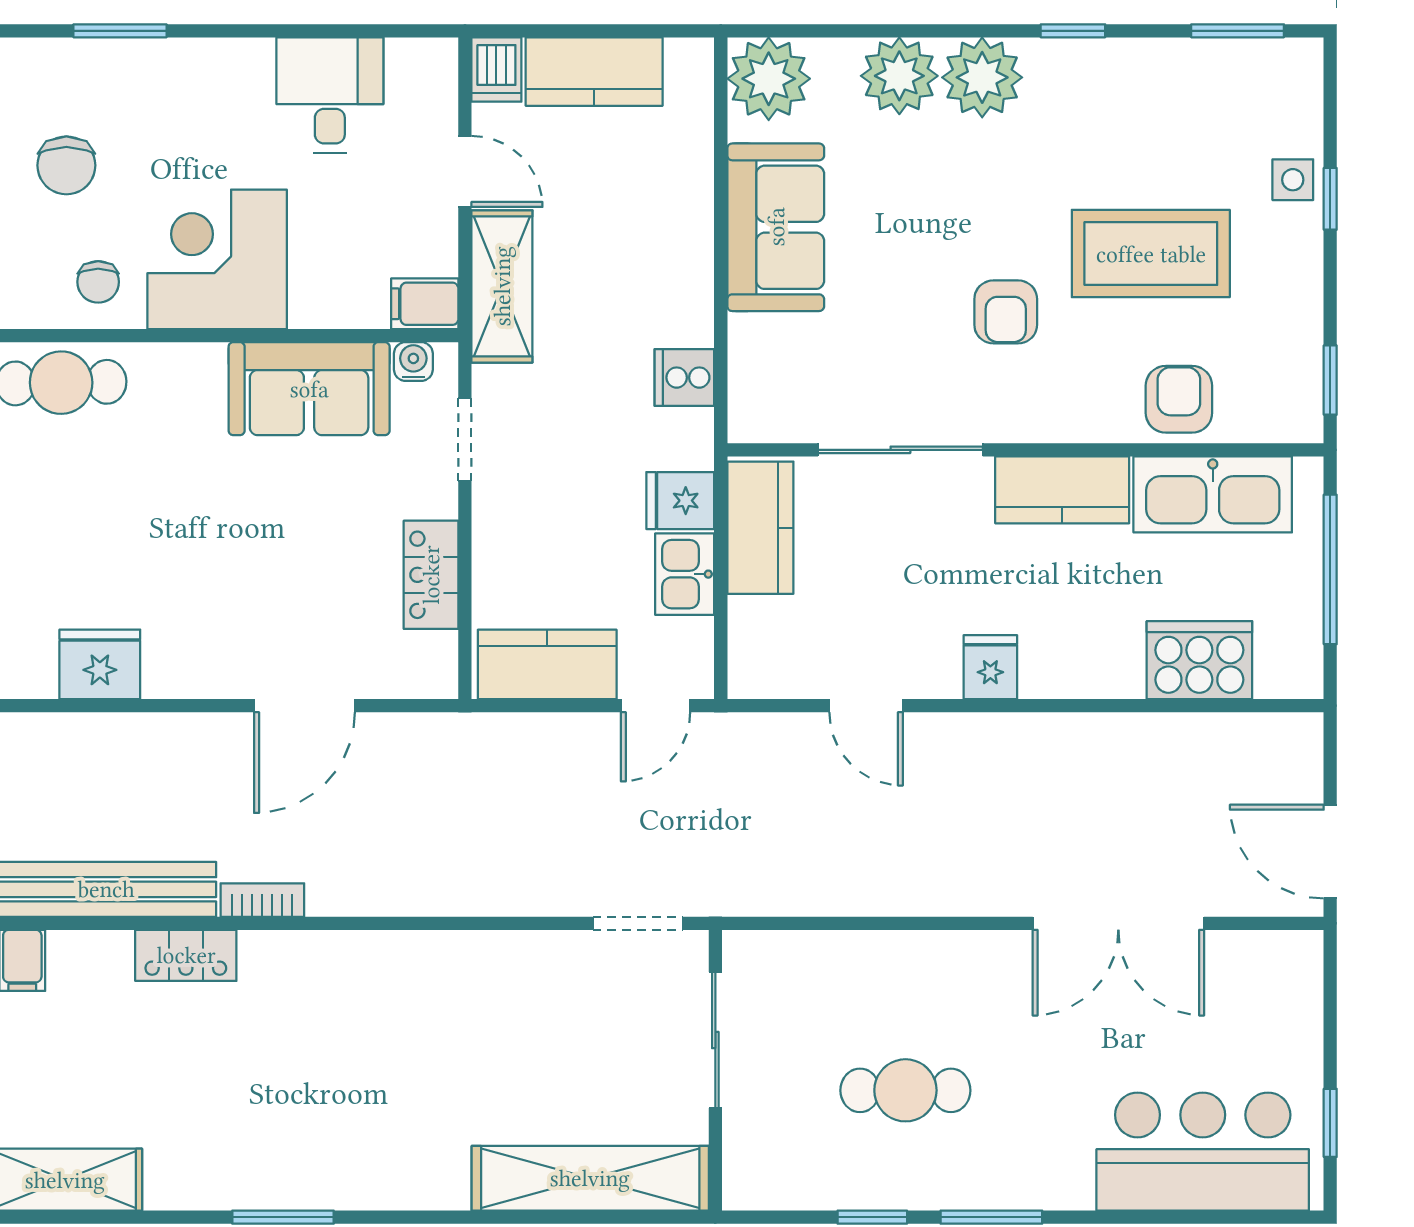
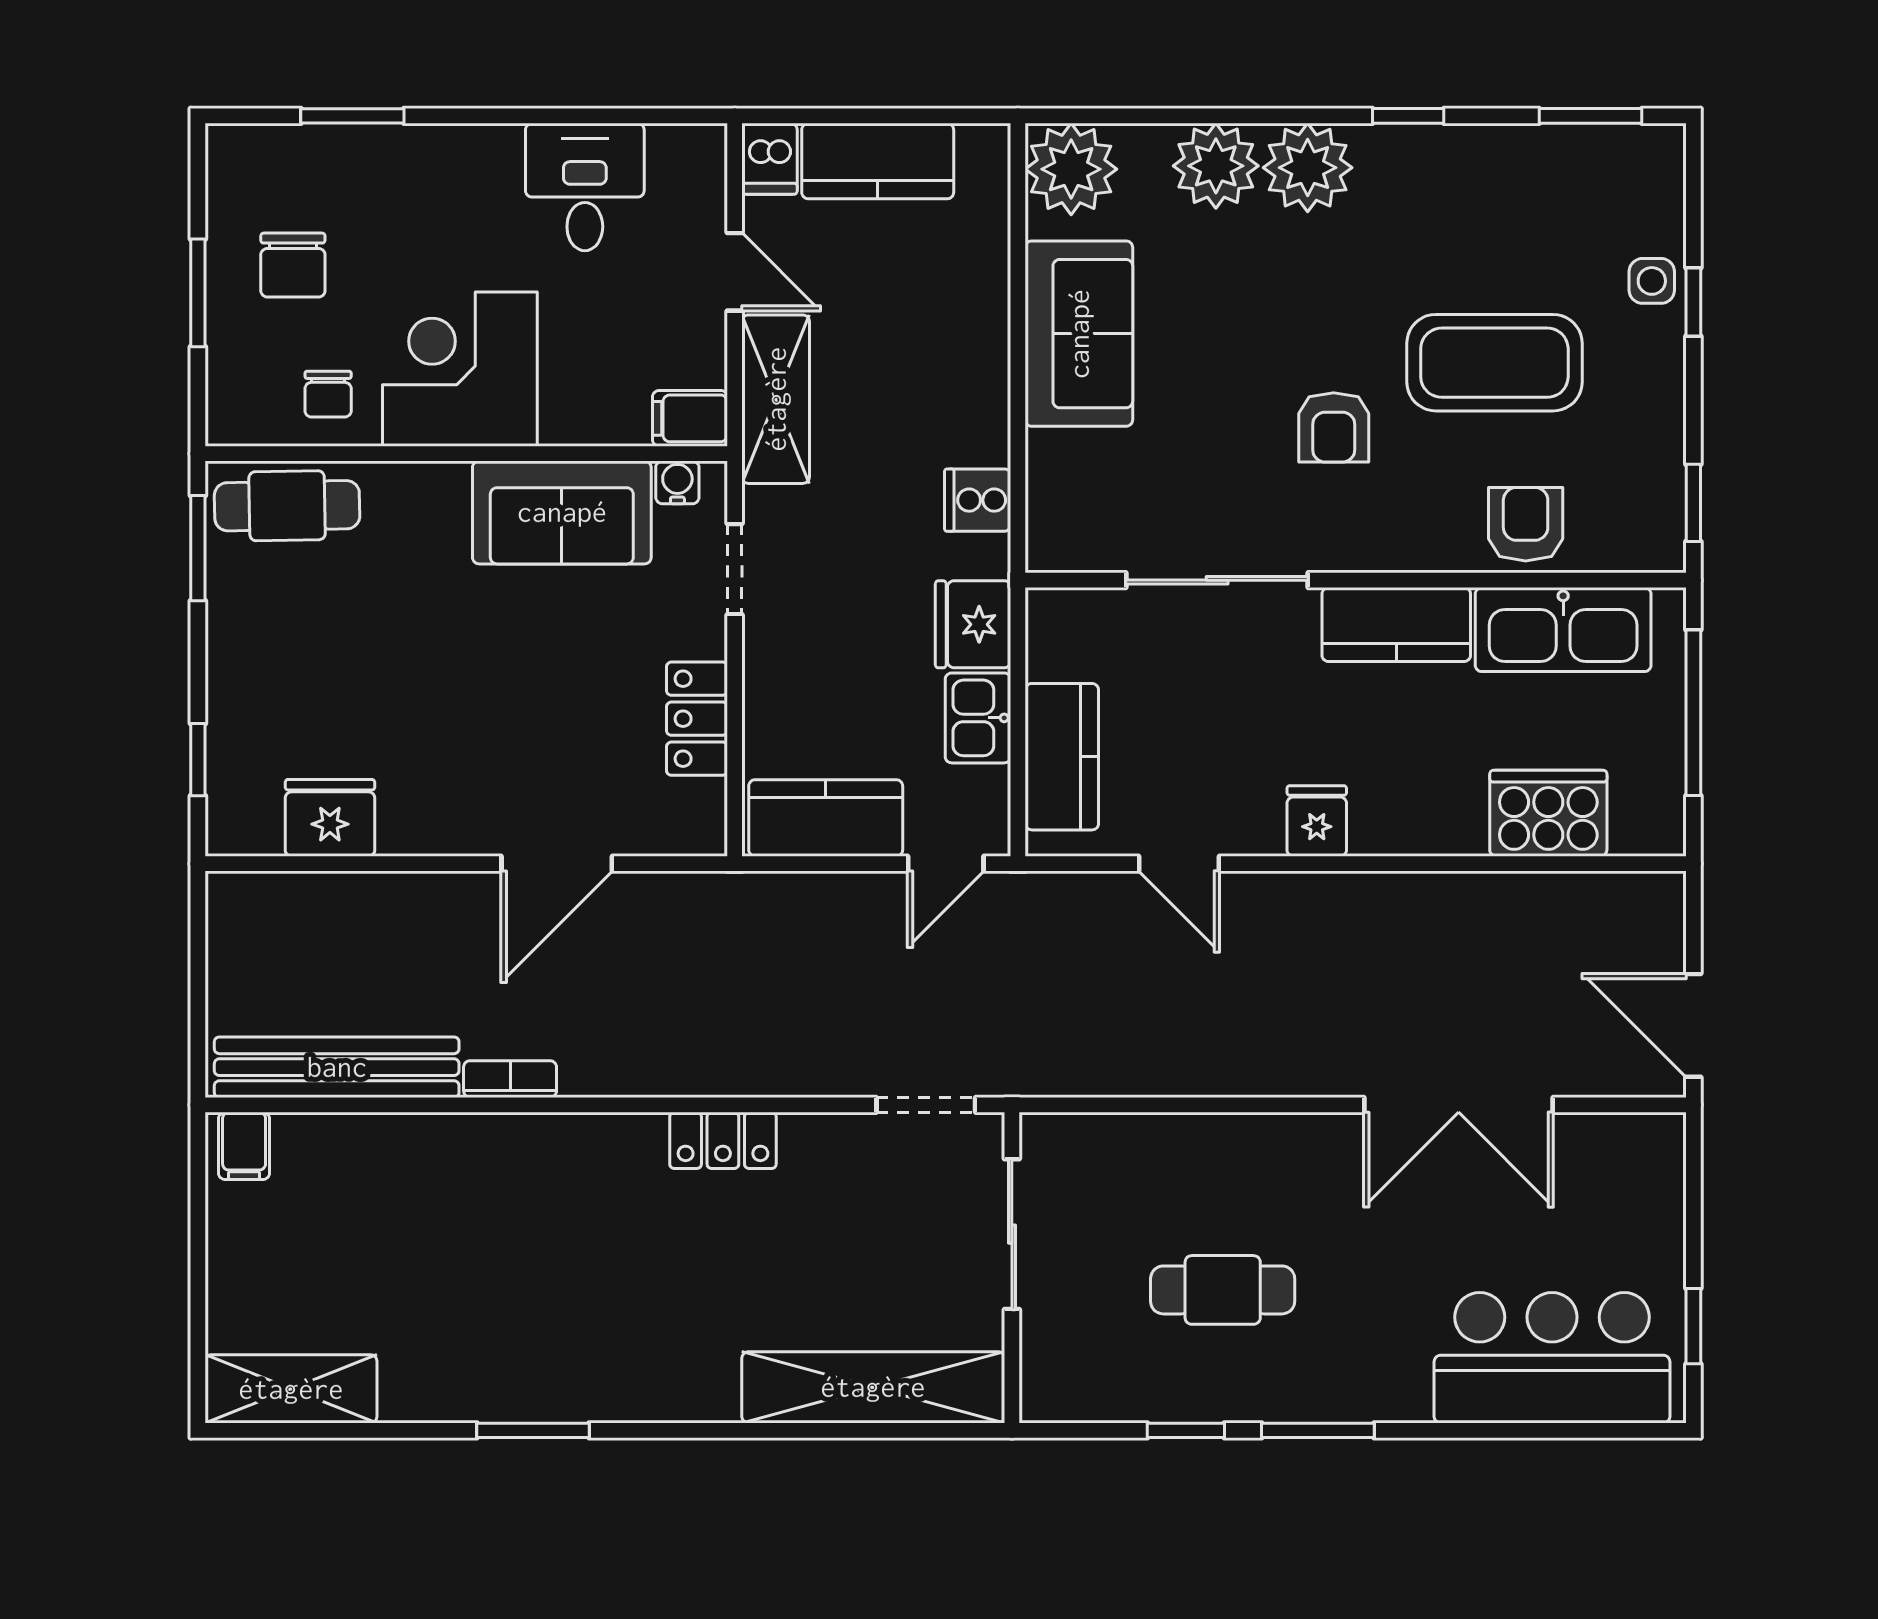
fridge: (680, 501) -> (973, 624), width x1.38
kitchen counter: (760, 528) -> (1062, 757), moved
locker: (186, 955) -> (723, 1140), moved

